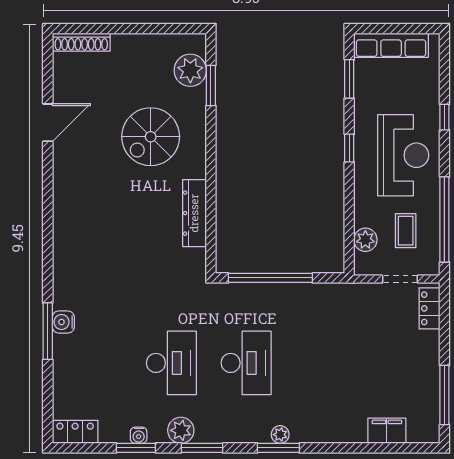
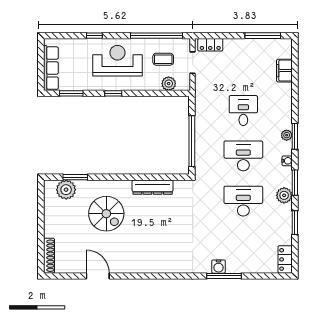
desk: (321, 363) -> (243, 111), added
water cooler: (139, 435) -> (287, 161), moved

